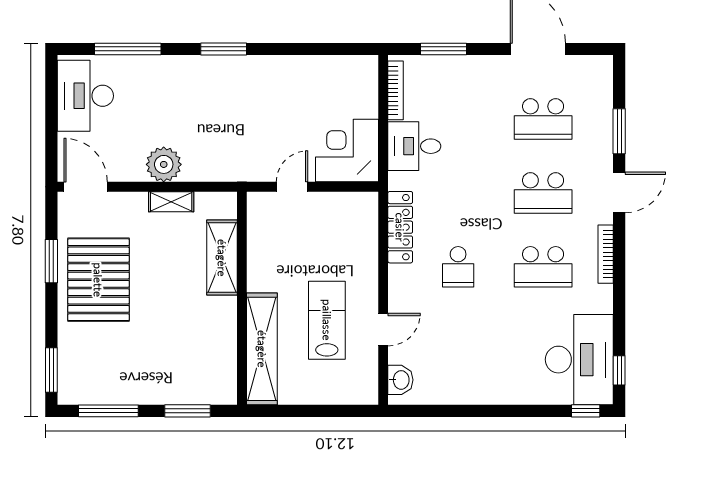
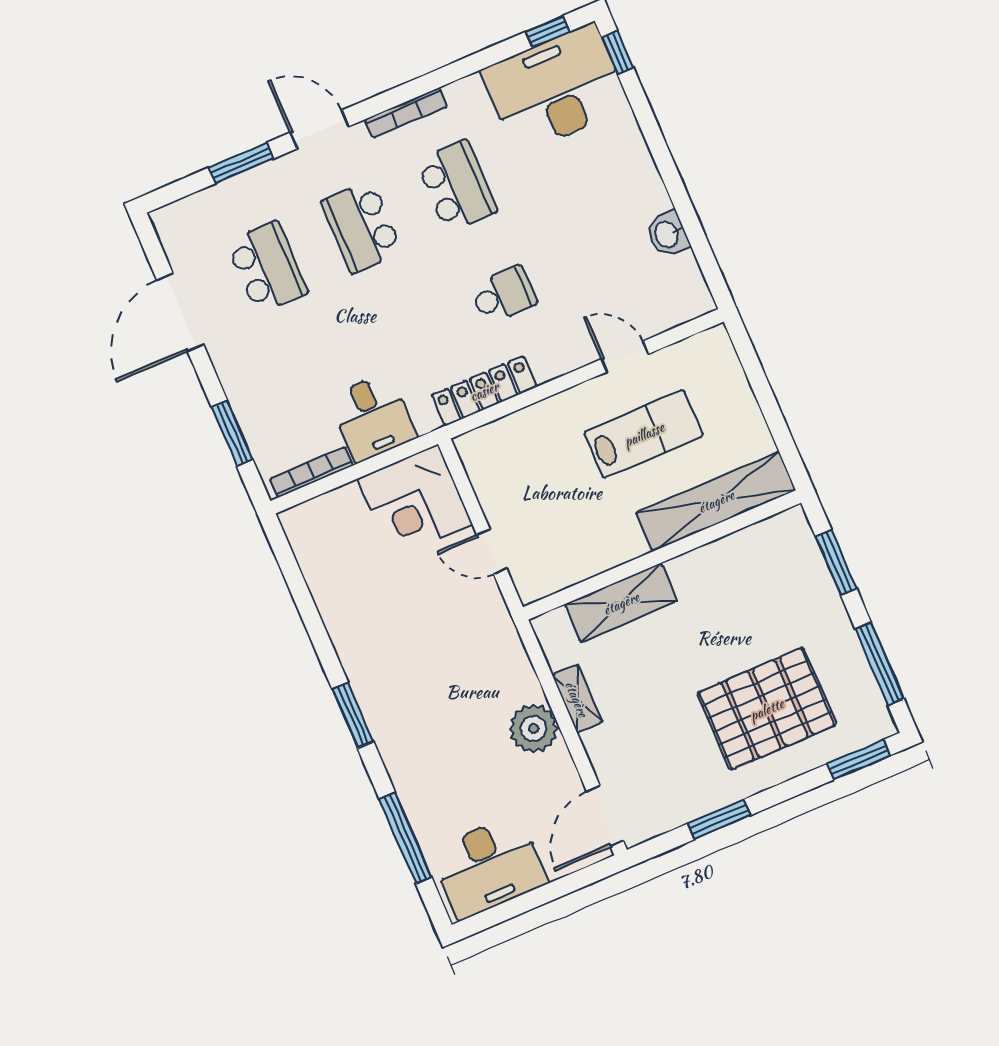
school desk: (543, 193) -> (362, 227), turned 180
pallet: (98, 280) -> (767, 709), moved
lab bench: (327, 320) -> (644, 434), turned 180
washbasin: (400, 380) -> (667, 234), moved, turned -90

